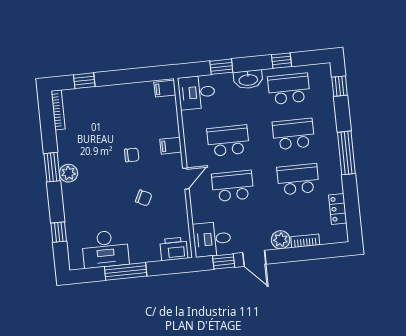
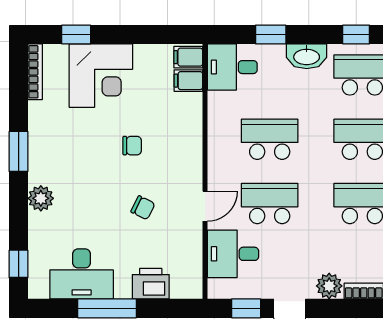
corner desk: (105, 108) -> (101, 76), added
filing cabinet: (171, 146) -> (188, 81), moved
plant: (68, 173) -> (41, 198), moved
door: (186, 179) -> (205, 206), moved
window: (59, 232) -> (19, 264), moved
desk: (212, 239) -> (233, 254), moved
printer: (174, 249) -> (151, 284), moved

